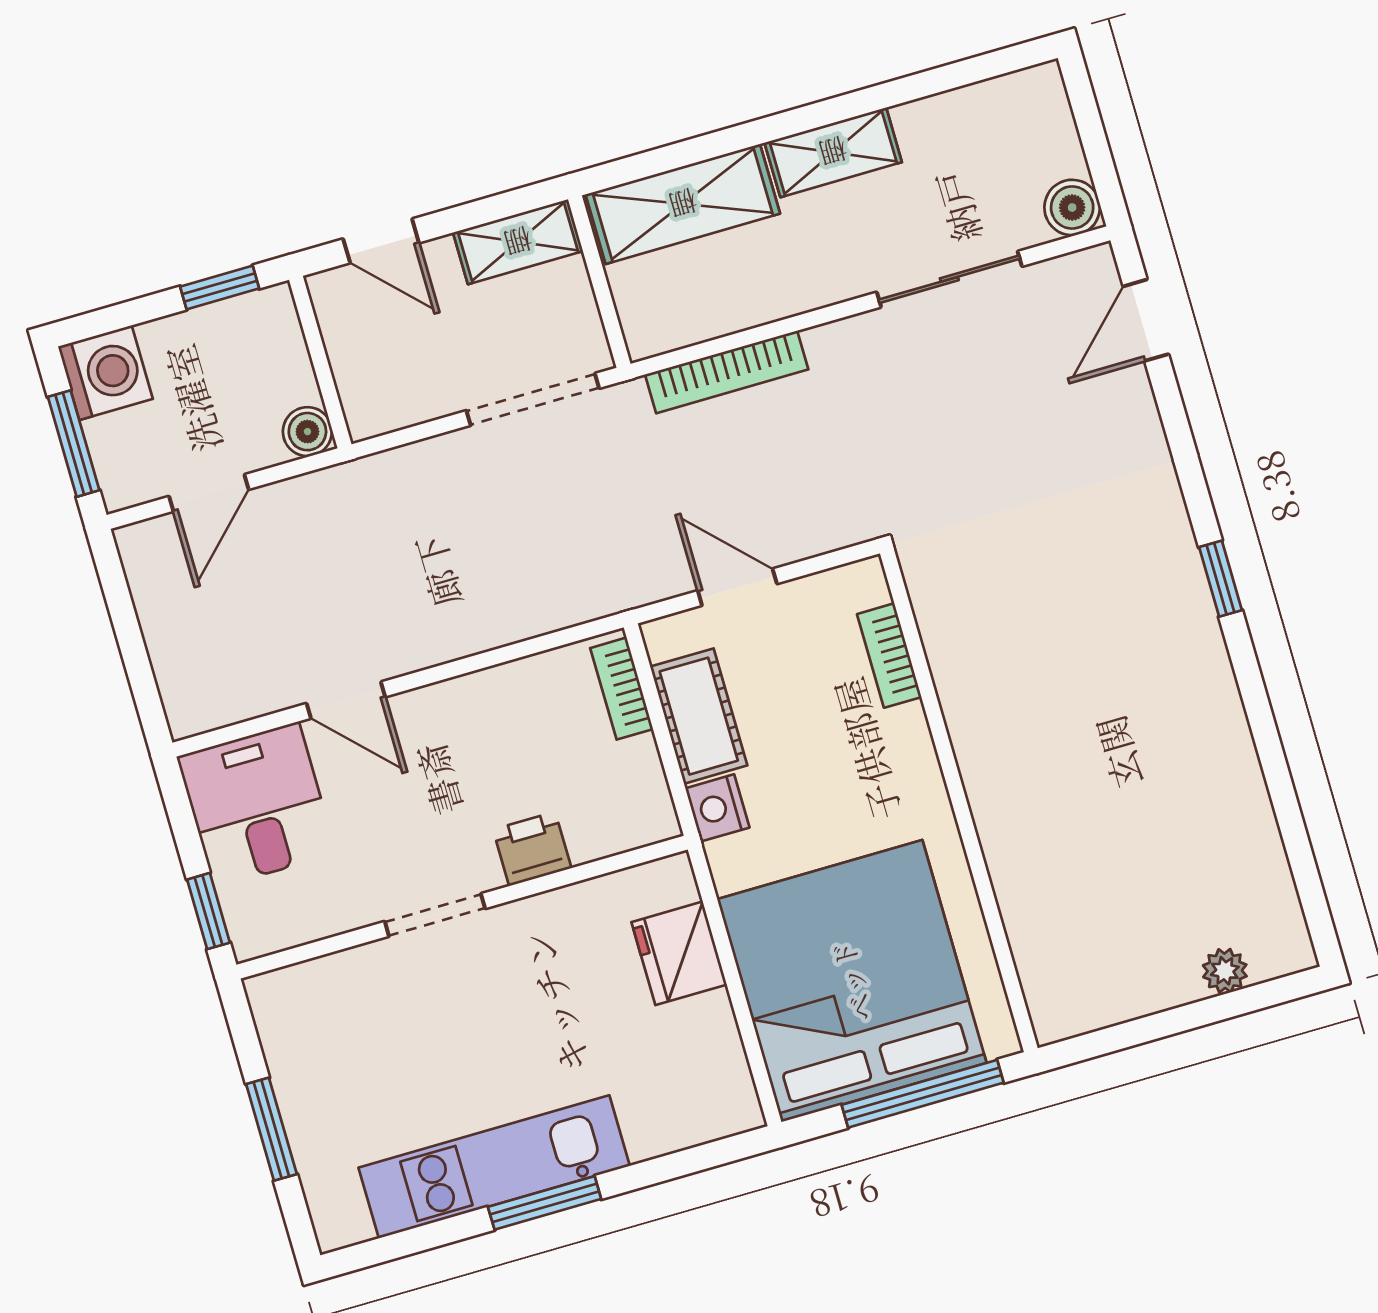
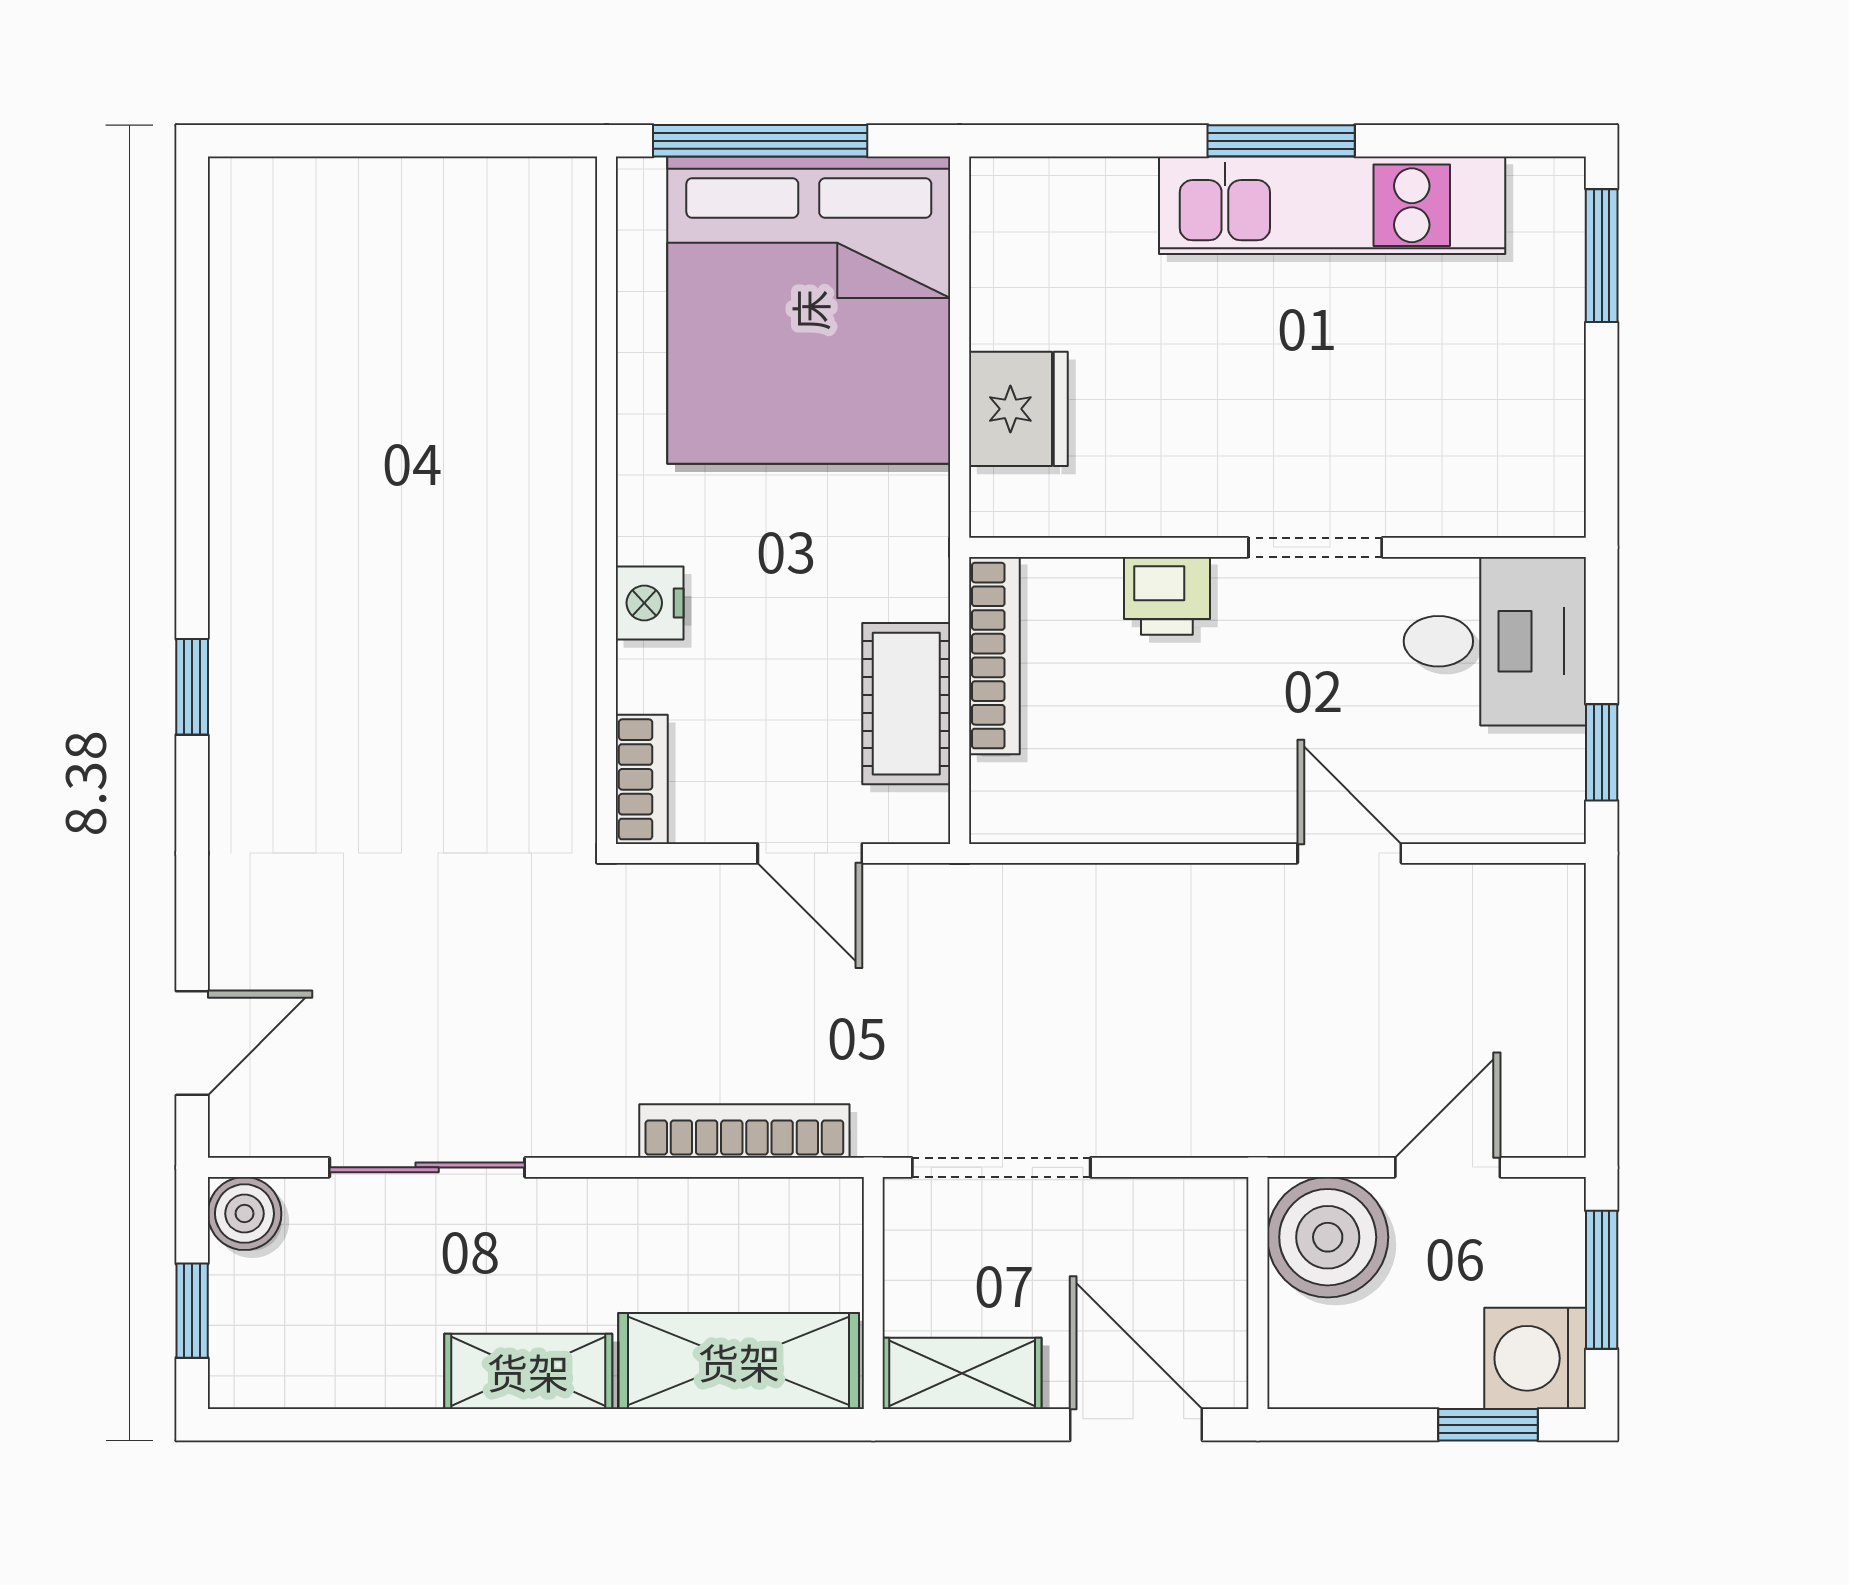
window: (1090, 126) -> (192, 1311), added
door: (381, 241) -> (1136, 1425), width x1.38
window: (220, 288) -> (1488, 1425), moved
boiler: (307, 432) -> (1328, 1237), width x1.86, depth x1.86
bookcase: (889, 656) -> (642, 779), moved
bookcase: (622, 689) -> (994, 656), moved, width x1.56
desk: (257, 805) -> (1495, 641), moved, turned -90
nightstand: (717, 808) -> (650, 603), moved, turned 180
window: (209, 911) -> (1602, 752), moved
plant: (1225, 971) -> (331, 186), removed
window: (271, 1129) -> (1602, 256), moved

